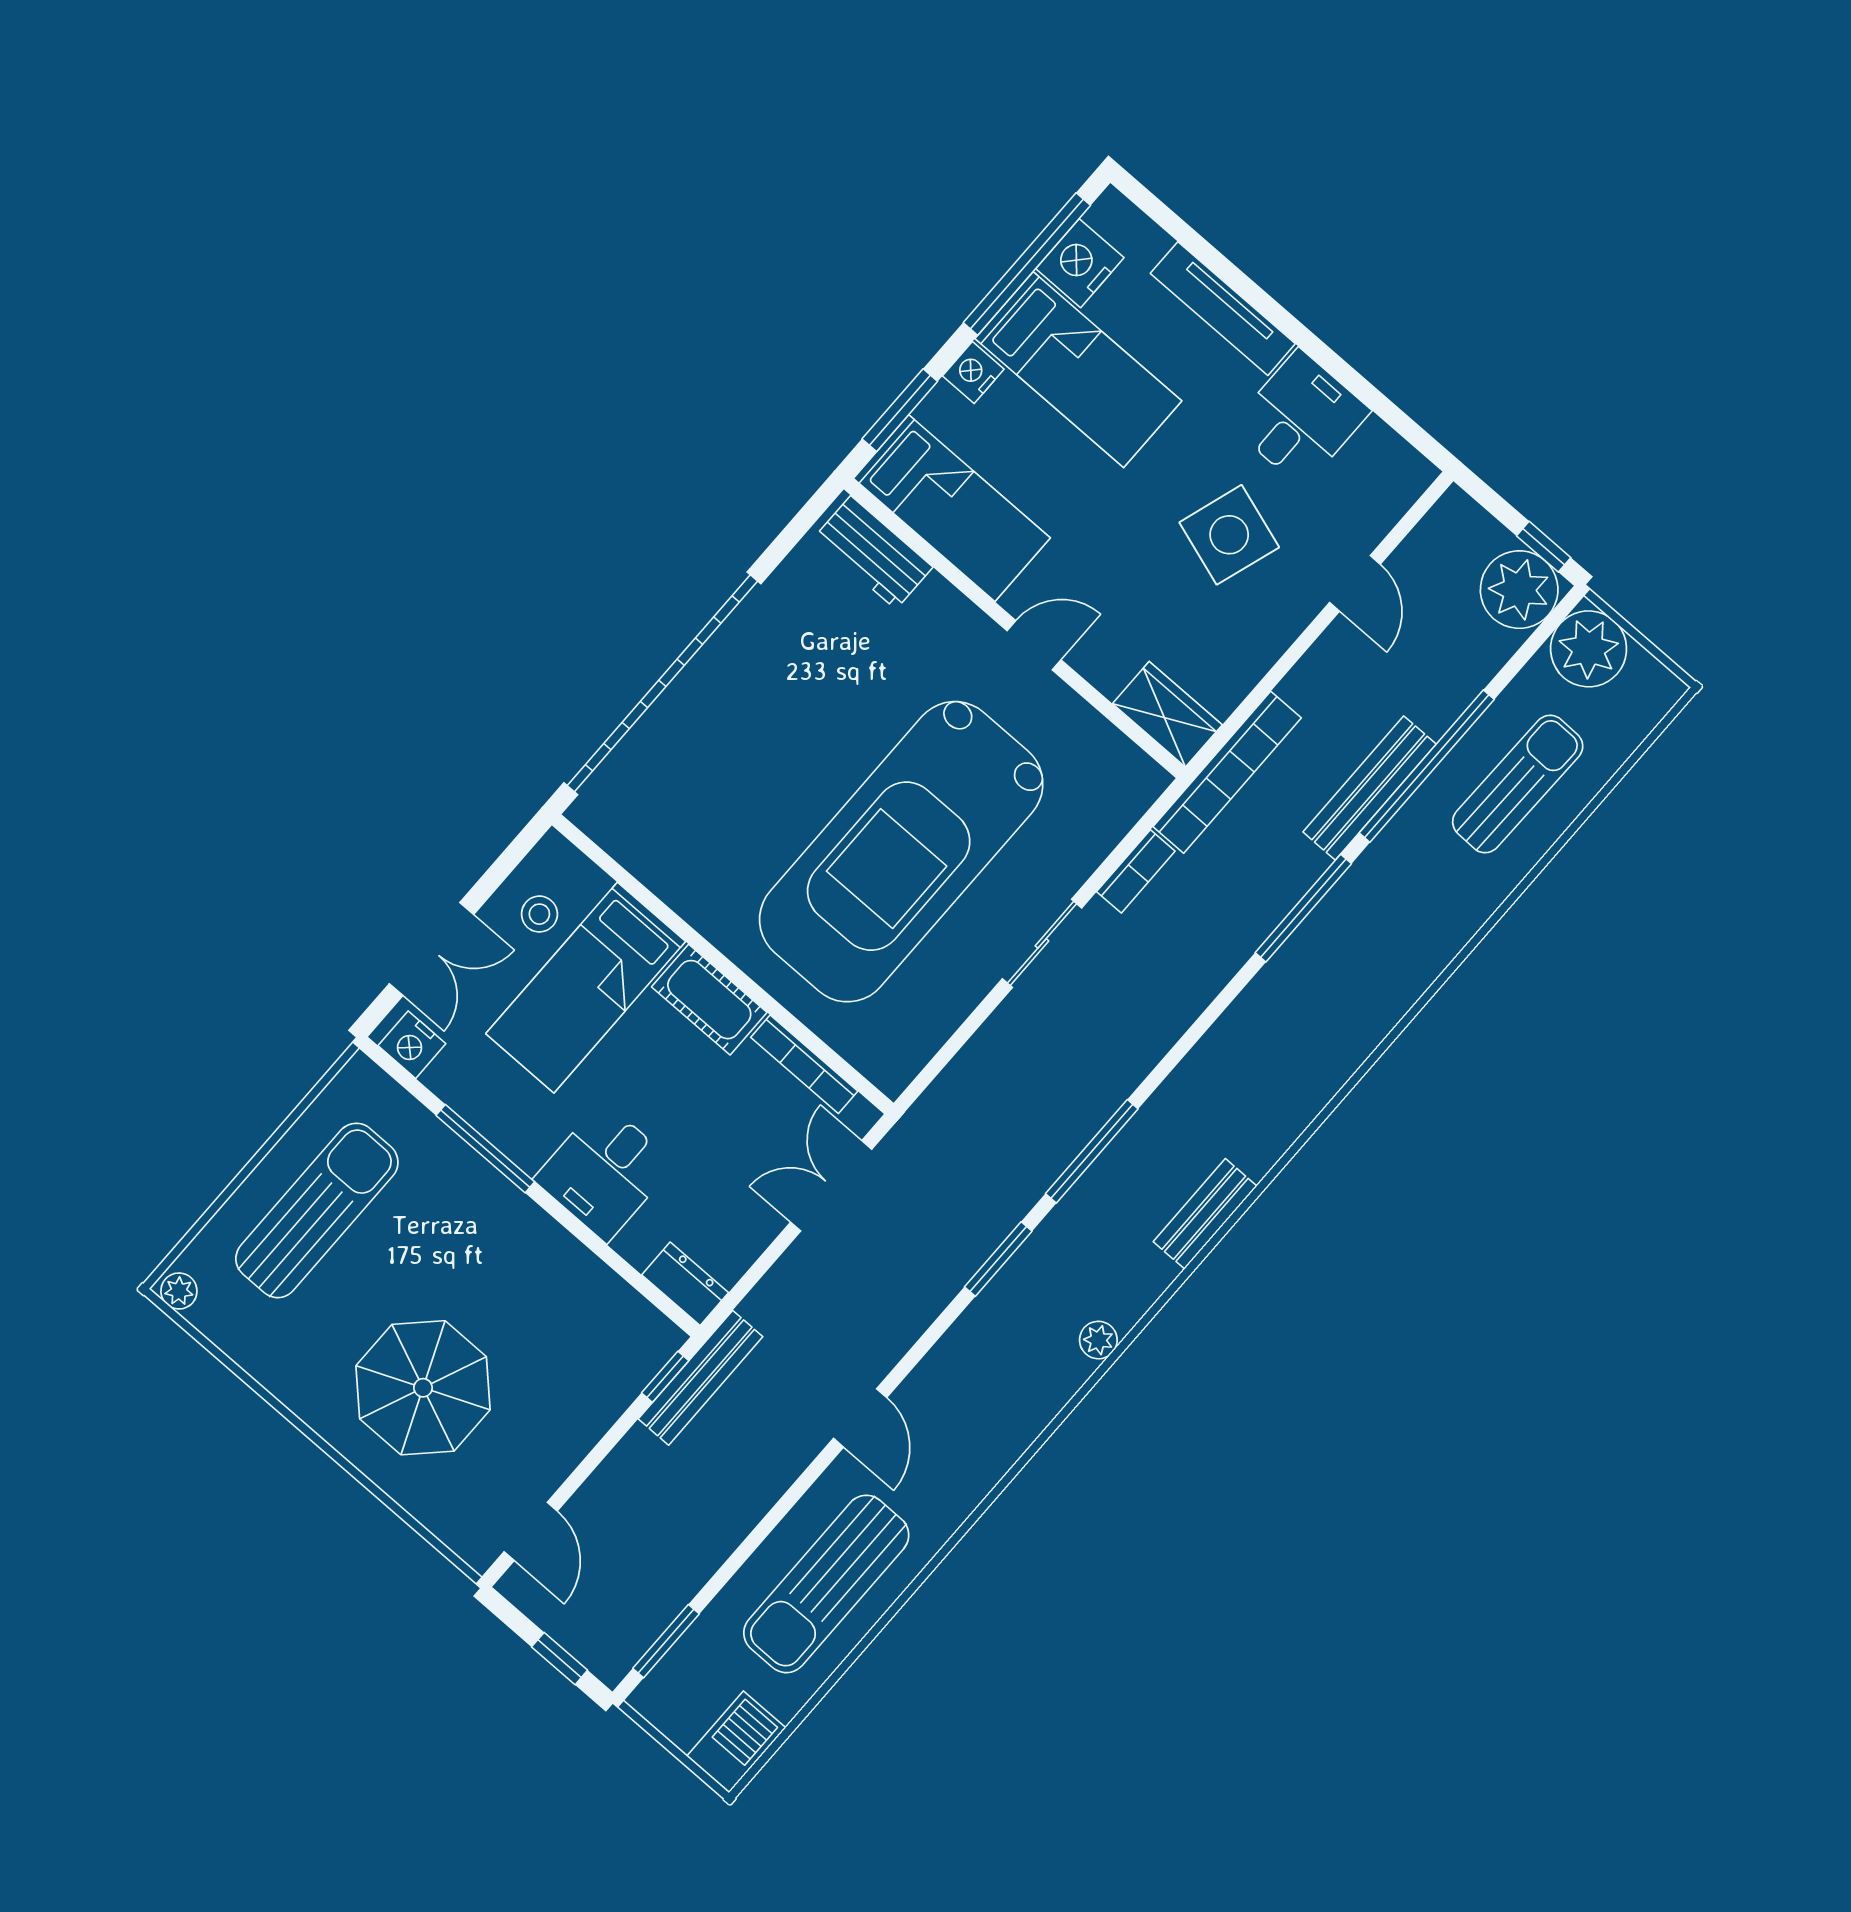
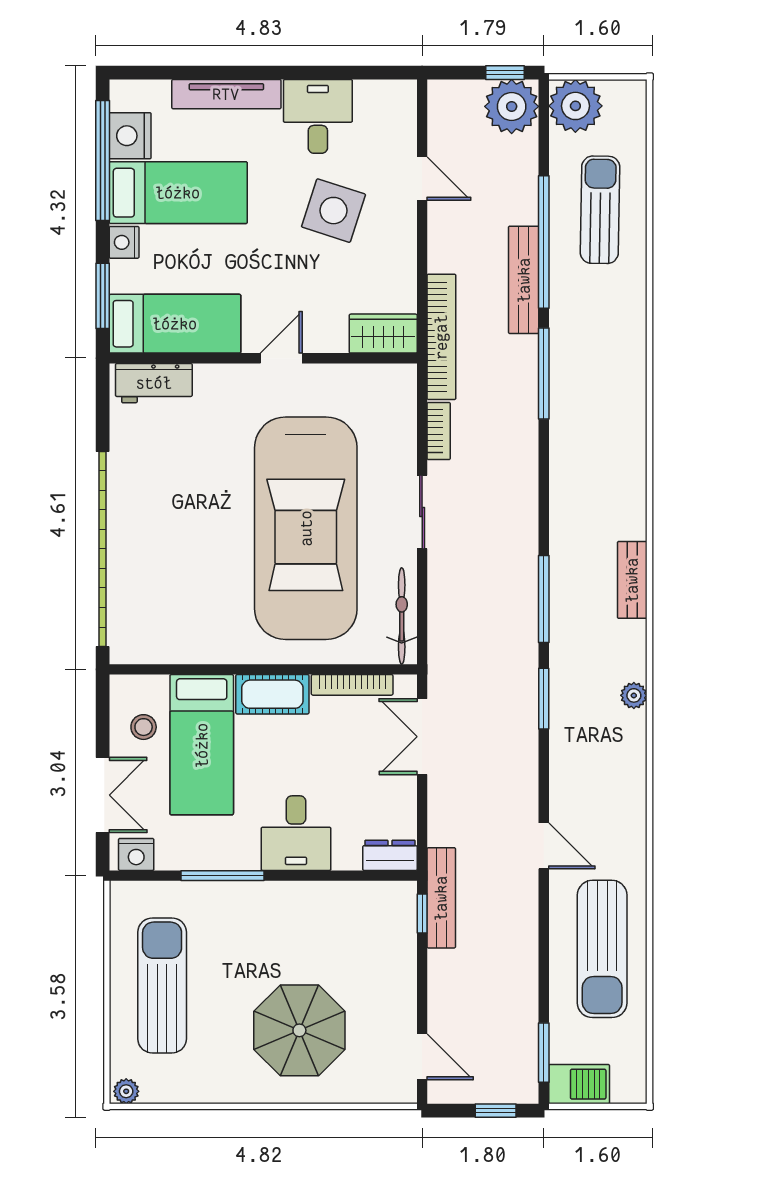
bicycle: (922, 1036) -> (402, 616), added
barbecue: (736, 1742) -> (579, 1084), moved, turned 90

